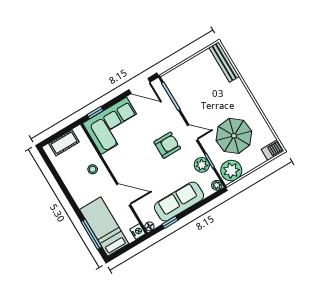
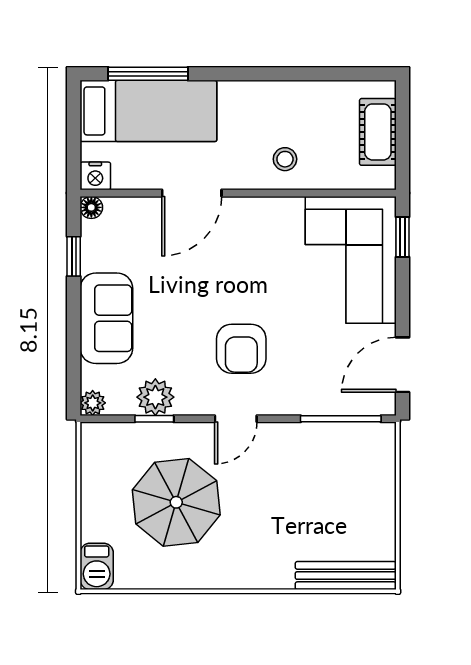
plant: (231, 170) -> (106, 453), removed
sofa: (179, 202) -> (106, 318), width x0.73

